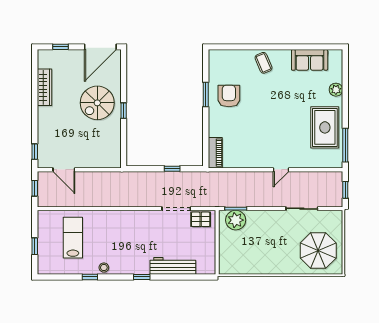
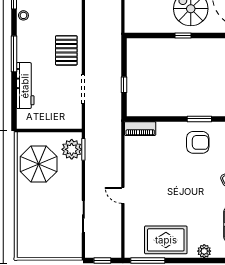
pallet: (201, 219) -> (66, 50), moved, width x1.50, depth x1.42
parasol: (318, 250) -> (39, 164), moved
window: (142, 277) -> (14, 54), width x2.17

